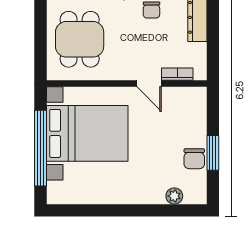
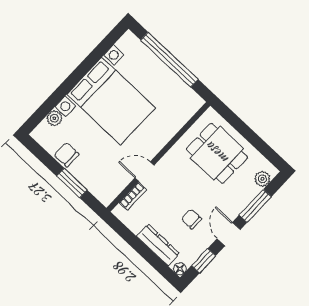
bed with nightstands: (87, 133) -> (111, 101), moved, turned -90
window: (213, 153) -> (72, 183), moved

